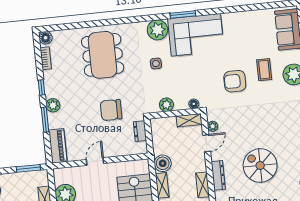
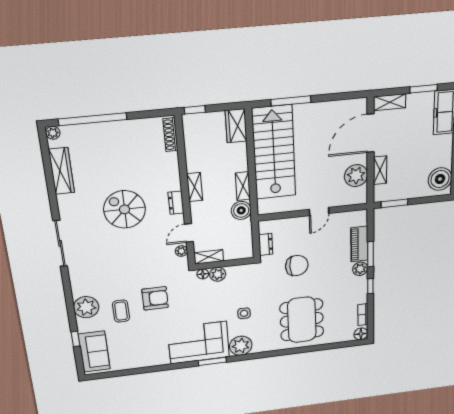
plant: (166, 105) -> (218, 274), moved
piano: (58, 146) -> (359, 244), moved
spiral stairs: (260, 165) -> (125, 209), turned 180
dresser: (218, 175) -> (176, 203), width x0.70

